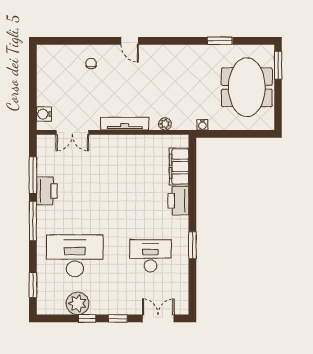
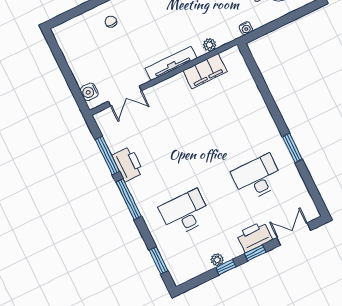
filing cabinet: (179, 166) -> (205, 71), moved, turned -90
printer: (178, 201) -> (254, 237), moved, turned 90
desk: (75, 256) -> (185, 213), width x0.73, depth x0.77
plant: (78, 303) -> (217, 260), width x0.53, depth x0.53

